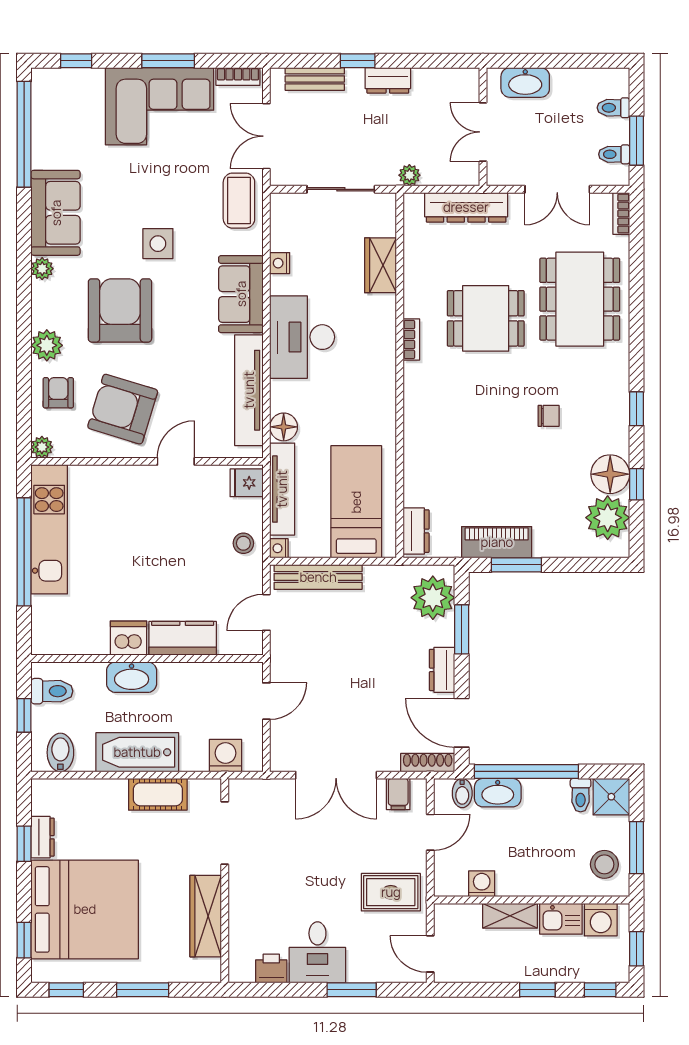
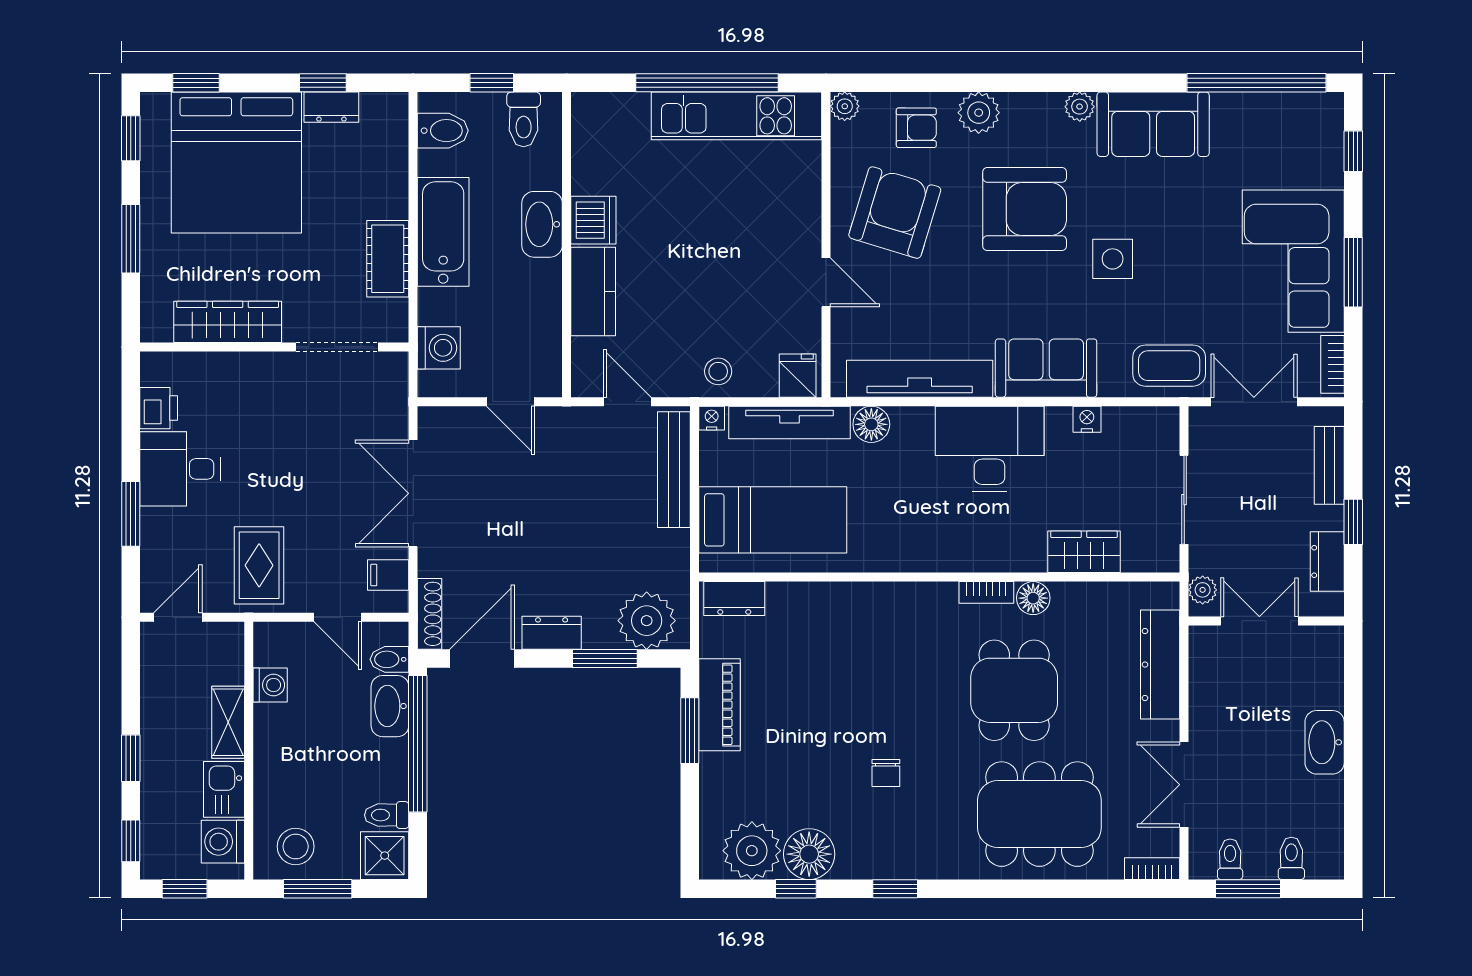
wall: (483, 127) -> (1266, 621), moved
double door: (483, 132) -> (1259, 621), moved
floor lamp: (416, 304) -> (1033, 598), added

